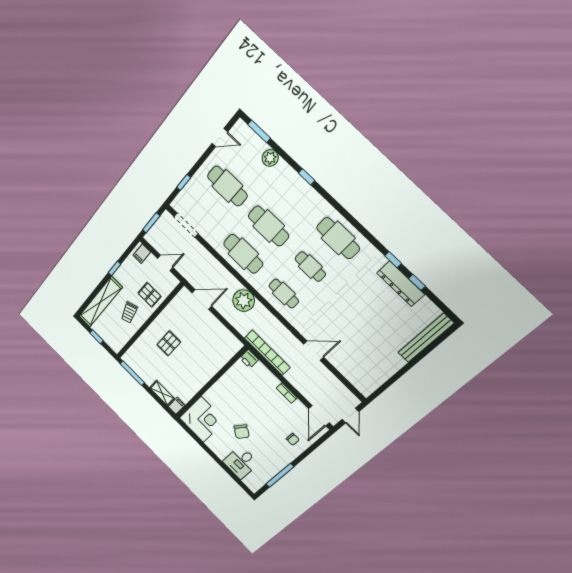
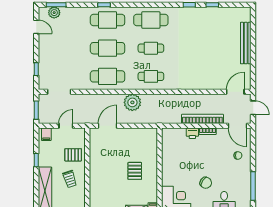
door: (220, 138) -> (36, 27), hinge flipped
plant: (270, 158) -> (54, 13), moved
cafe table: (227, 186) -> (108, 20), moved
dresser: (401, 284) -> (205, 13), removed
bench: (426, 338) -> (246, 43), moved
pallet: (169, 344) -> (135, 171), moved
door: (314, 351) -> (235, 92), moved
bookcase: (267, 353) -> (202, 119), moved
printer: (249, 359) -> (192, 133), moved

